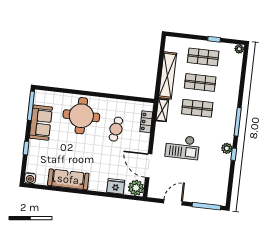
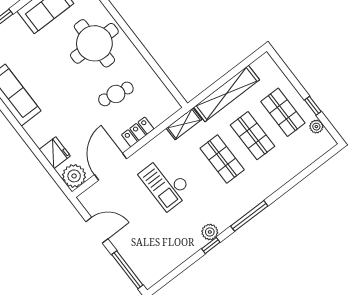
plant: (239, 49) -> (316, 127), moved
locker: (146, 122) -> (138, 132), moved

